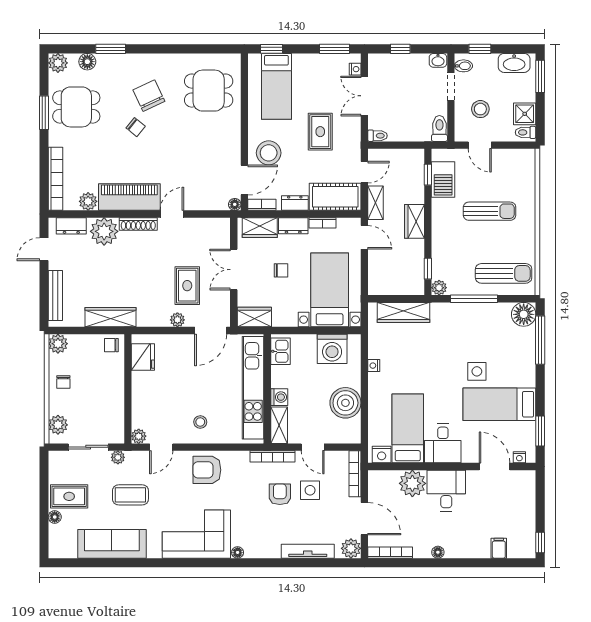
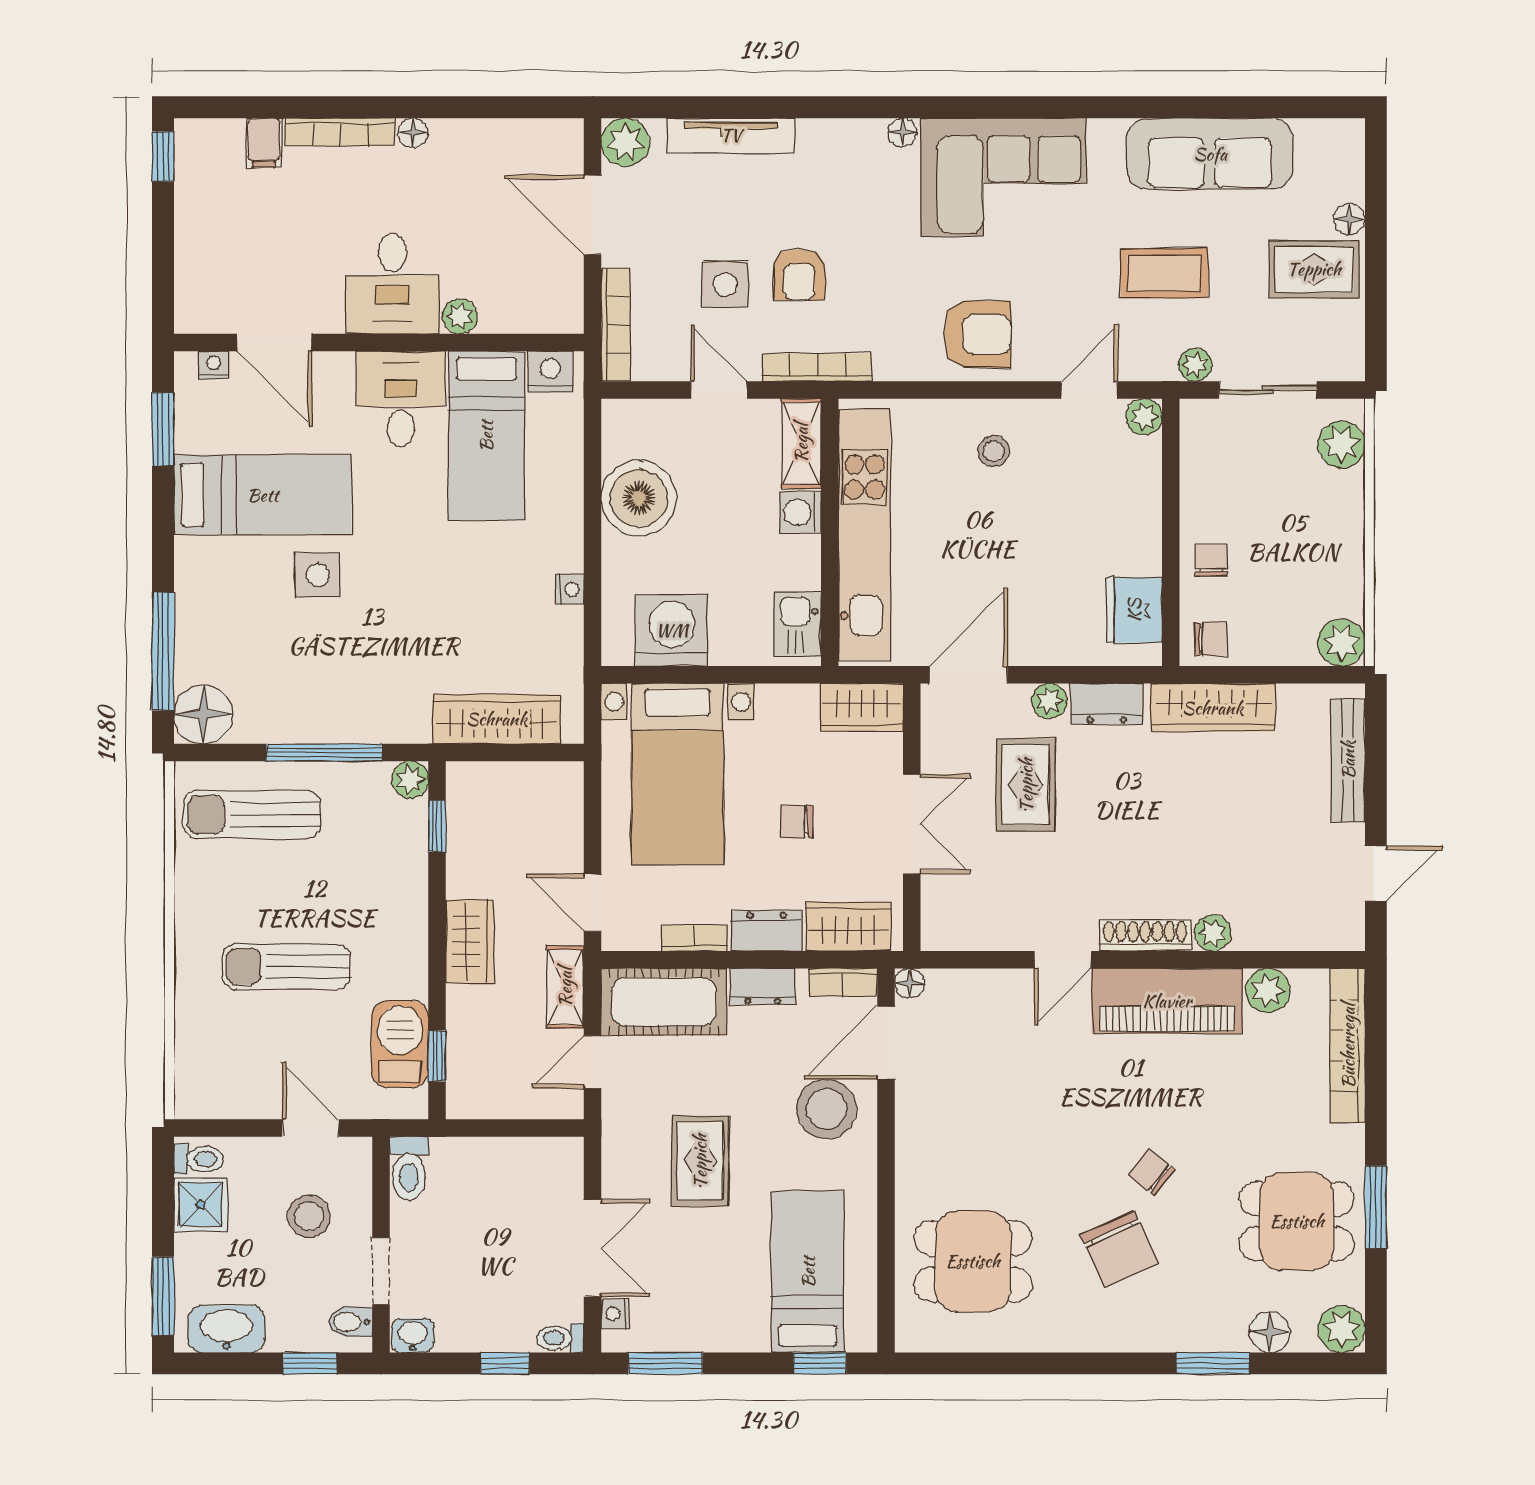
toilet: (378, 136) -> (560, 1338), moved
dresser: (71, 226) -> (1107, 704), moved, turned 180
plant: (104, 231) -> (1213, 933), width x0.53, depth x0.53
chair: (63, 382) -> (1211, 561), moved
plant: (412, 483) -> (460, 316), width x0.53, depth x0.53
bookcase: (390, 553) -> (340, 132), moved

